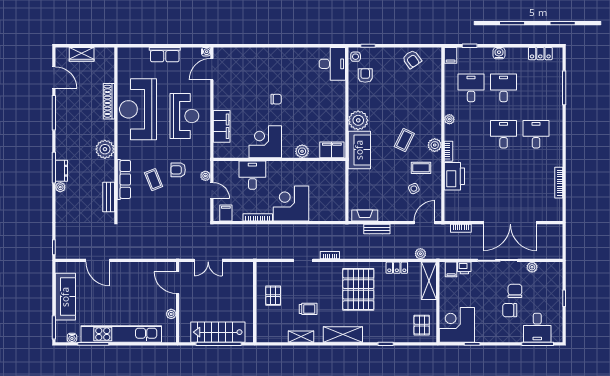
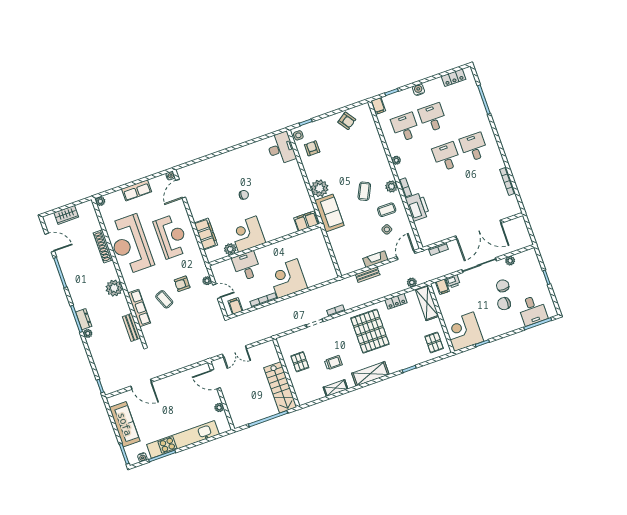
plant: (123, 53) -> (100, 201), added
plant: (302, 151) -> (230, 249), moved
fireplace: (365, 216) -> (375, 259), moved
stairs: (218, 332) -> (280, 387), moved, turned -90

